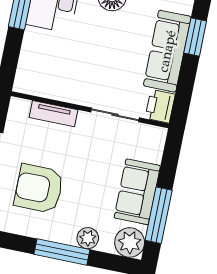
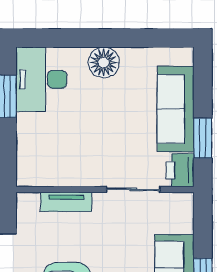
window: (195, 37) -> (203, 138), moved

